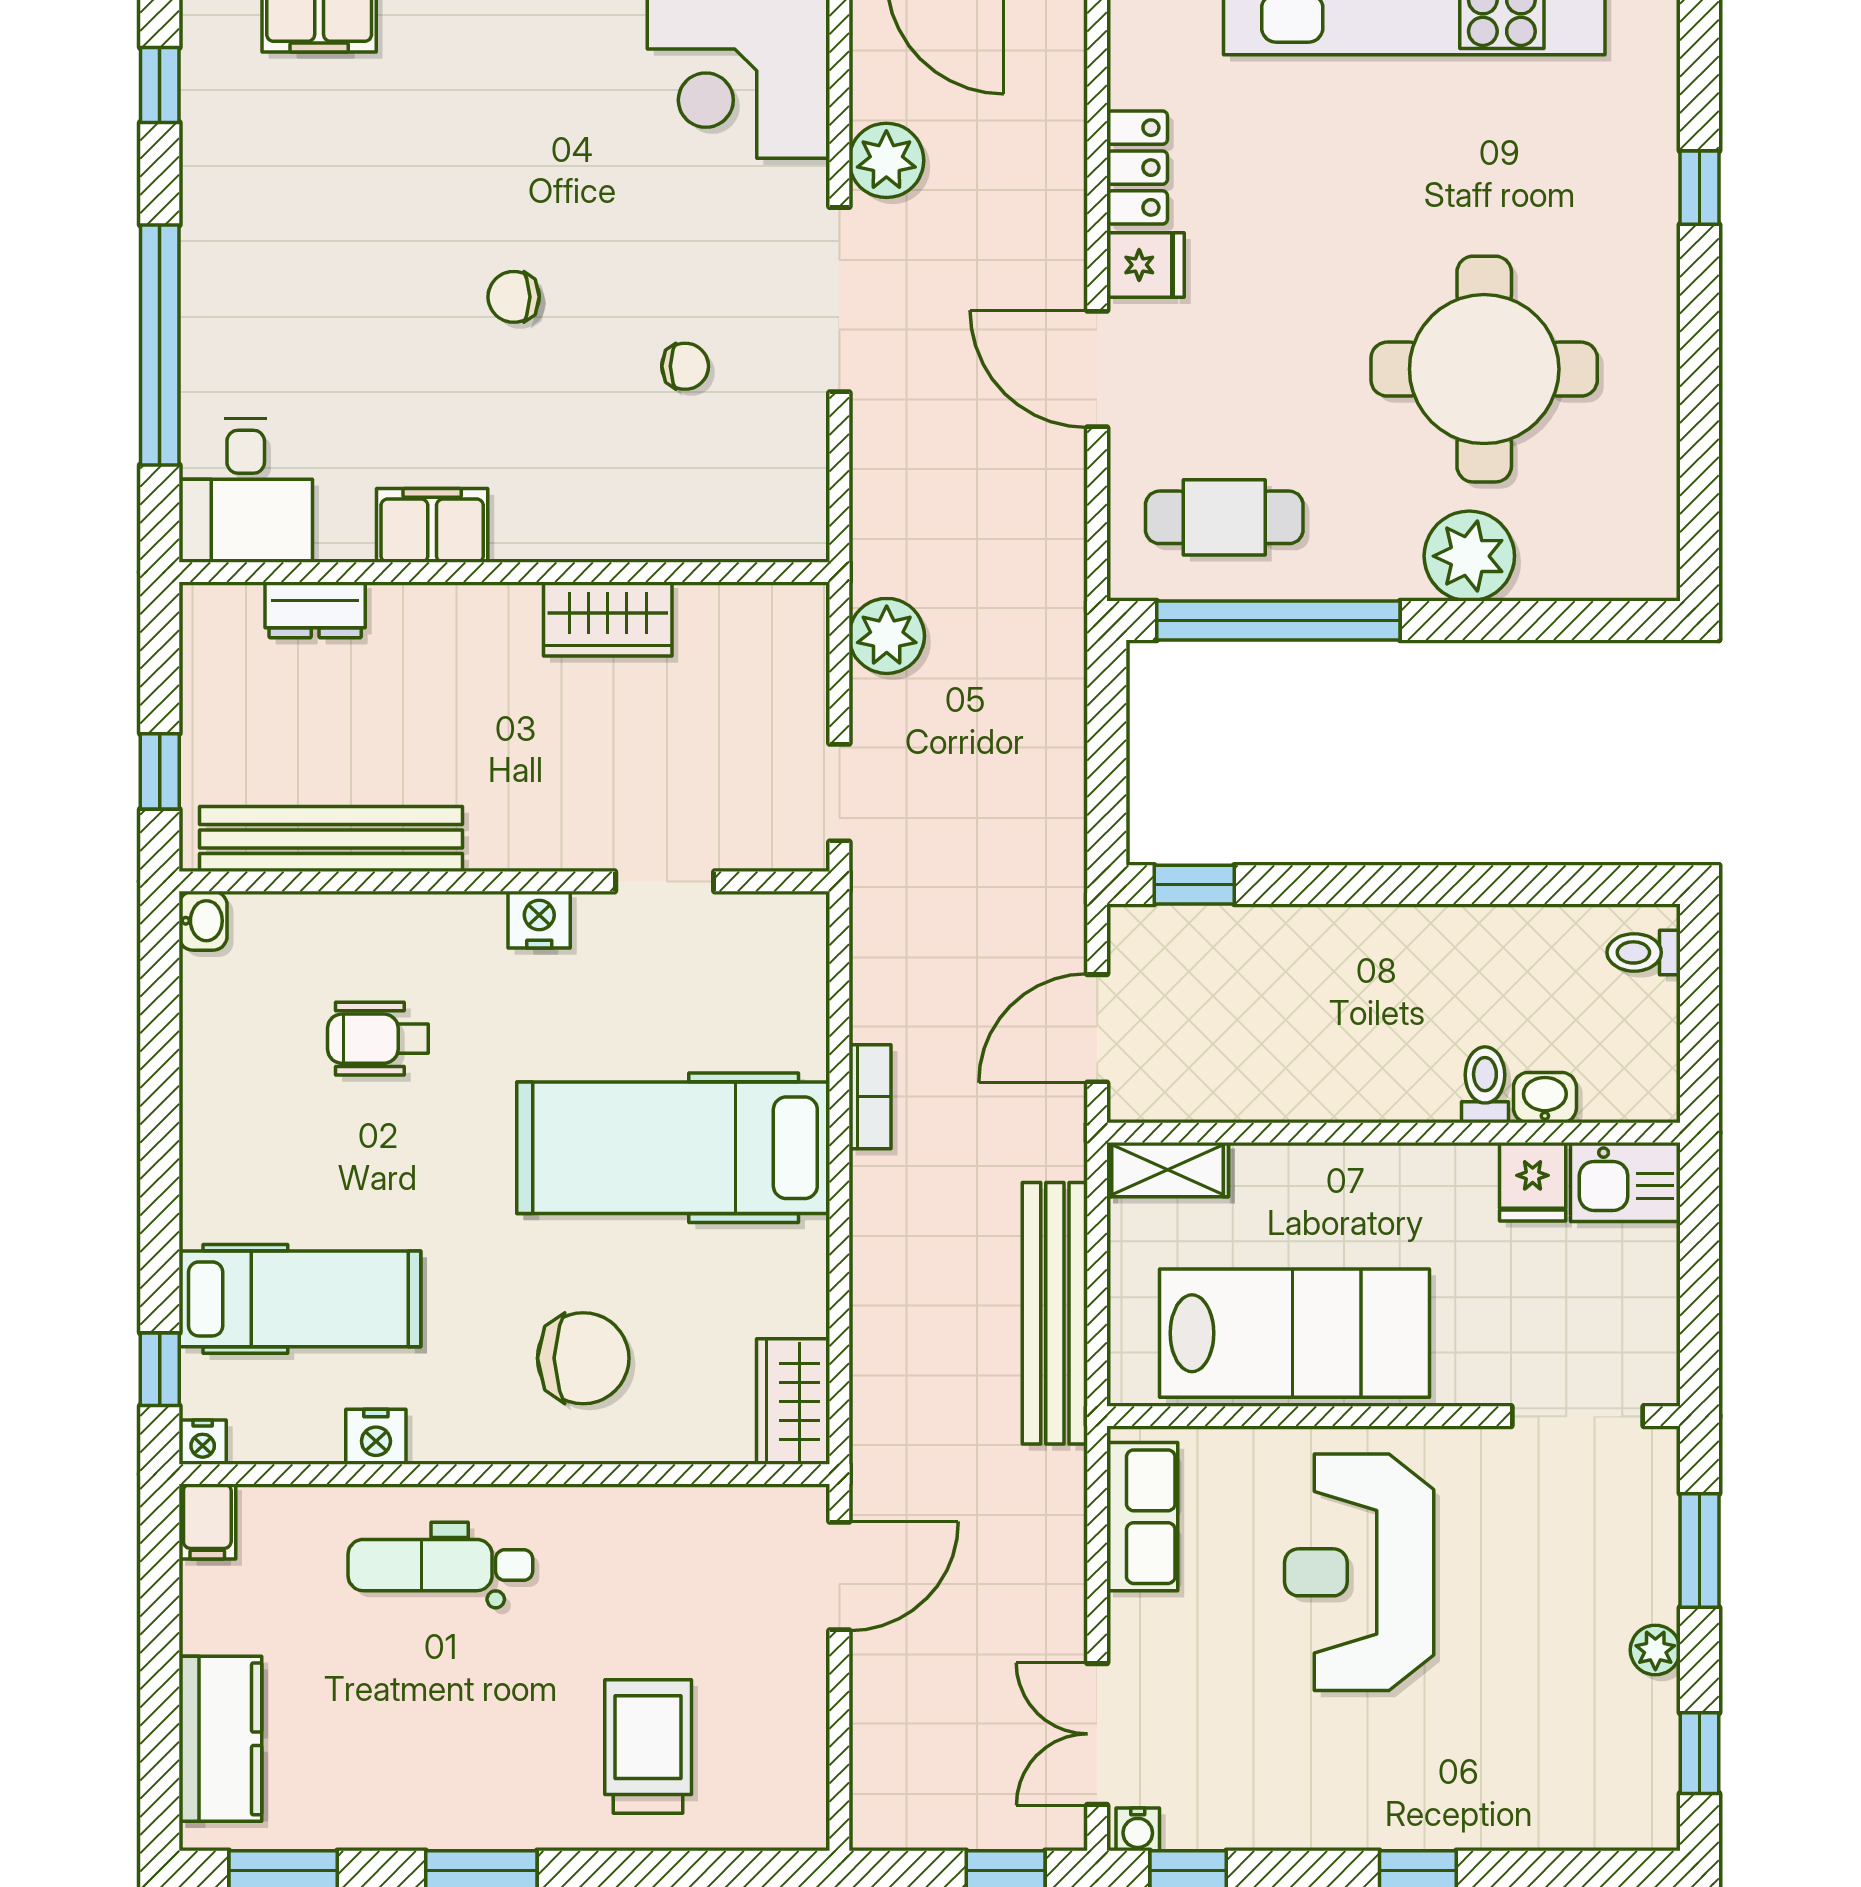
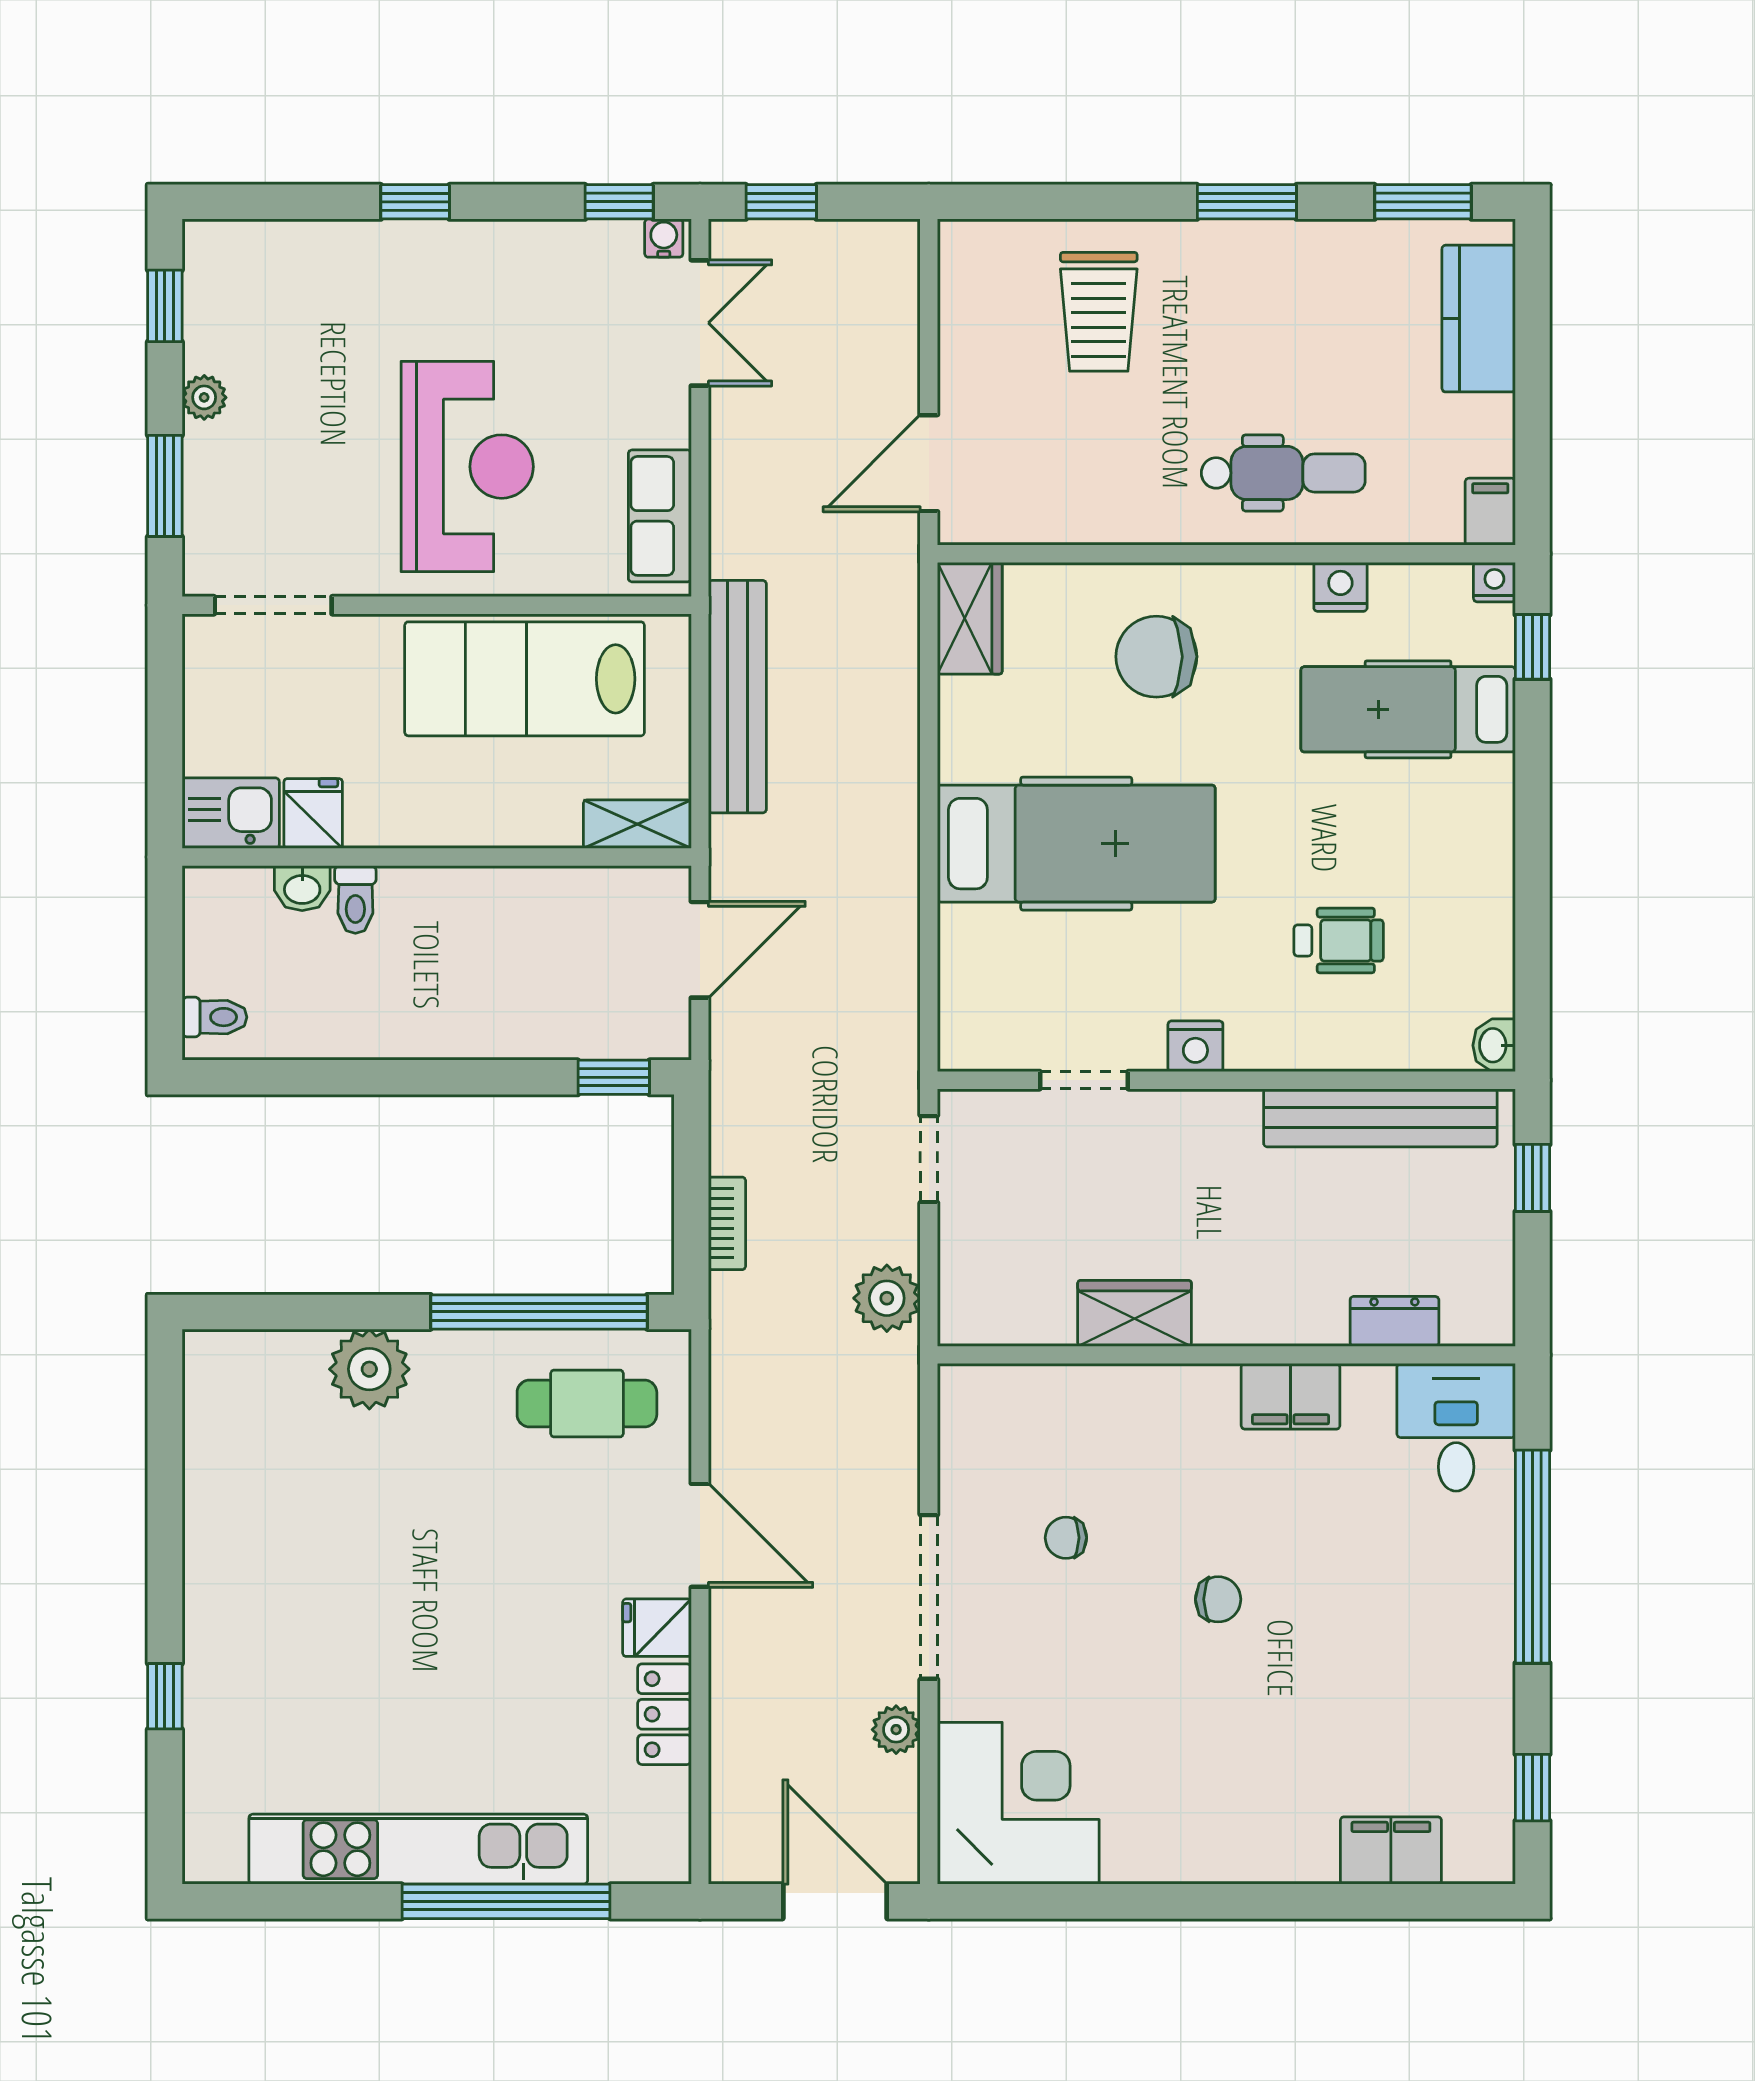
plant: (886, 160) -> (896, 1730), width x0.73, depth x0.73
round table: (1484, 369) -> (356, 1535), removed
bookcase: (870, 1097) -> (727, 1223), moved, turned 180

